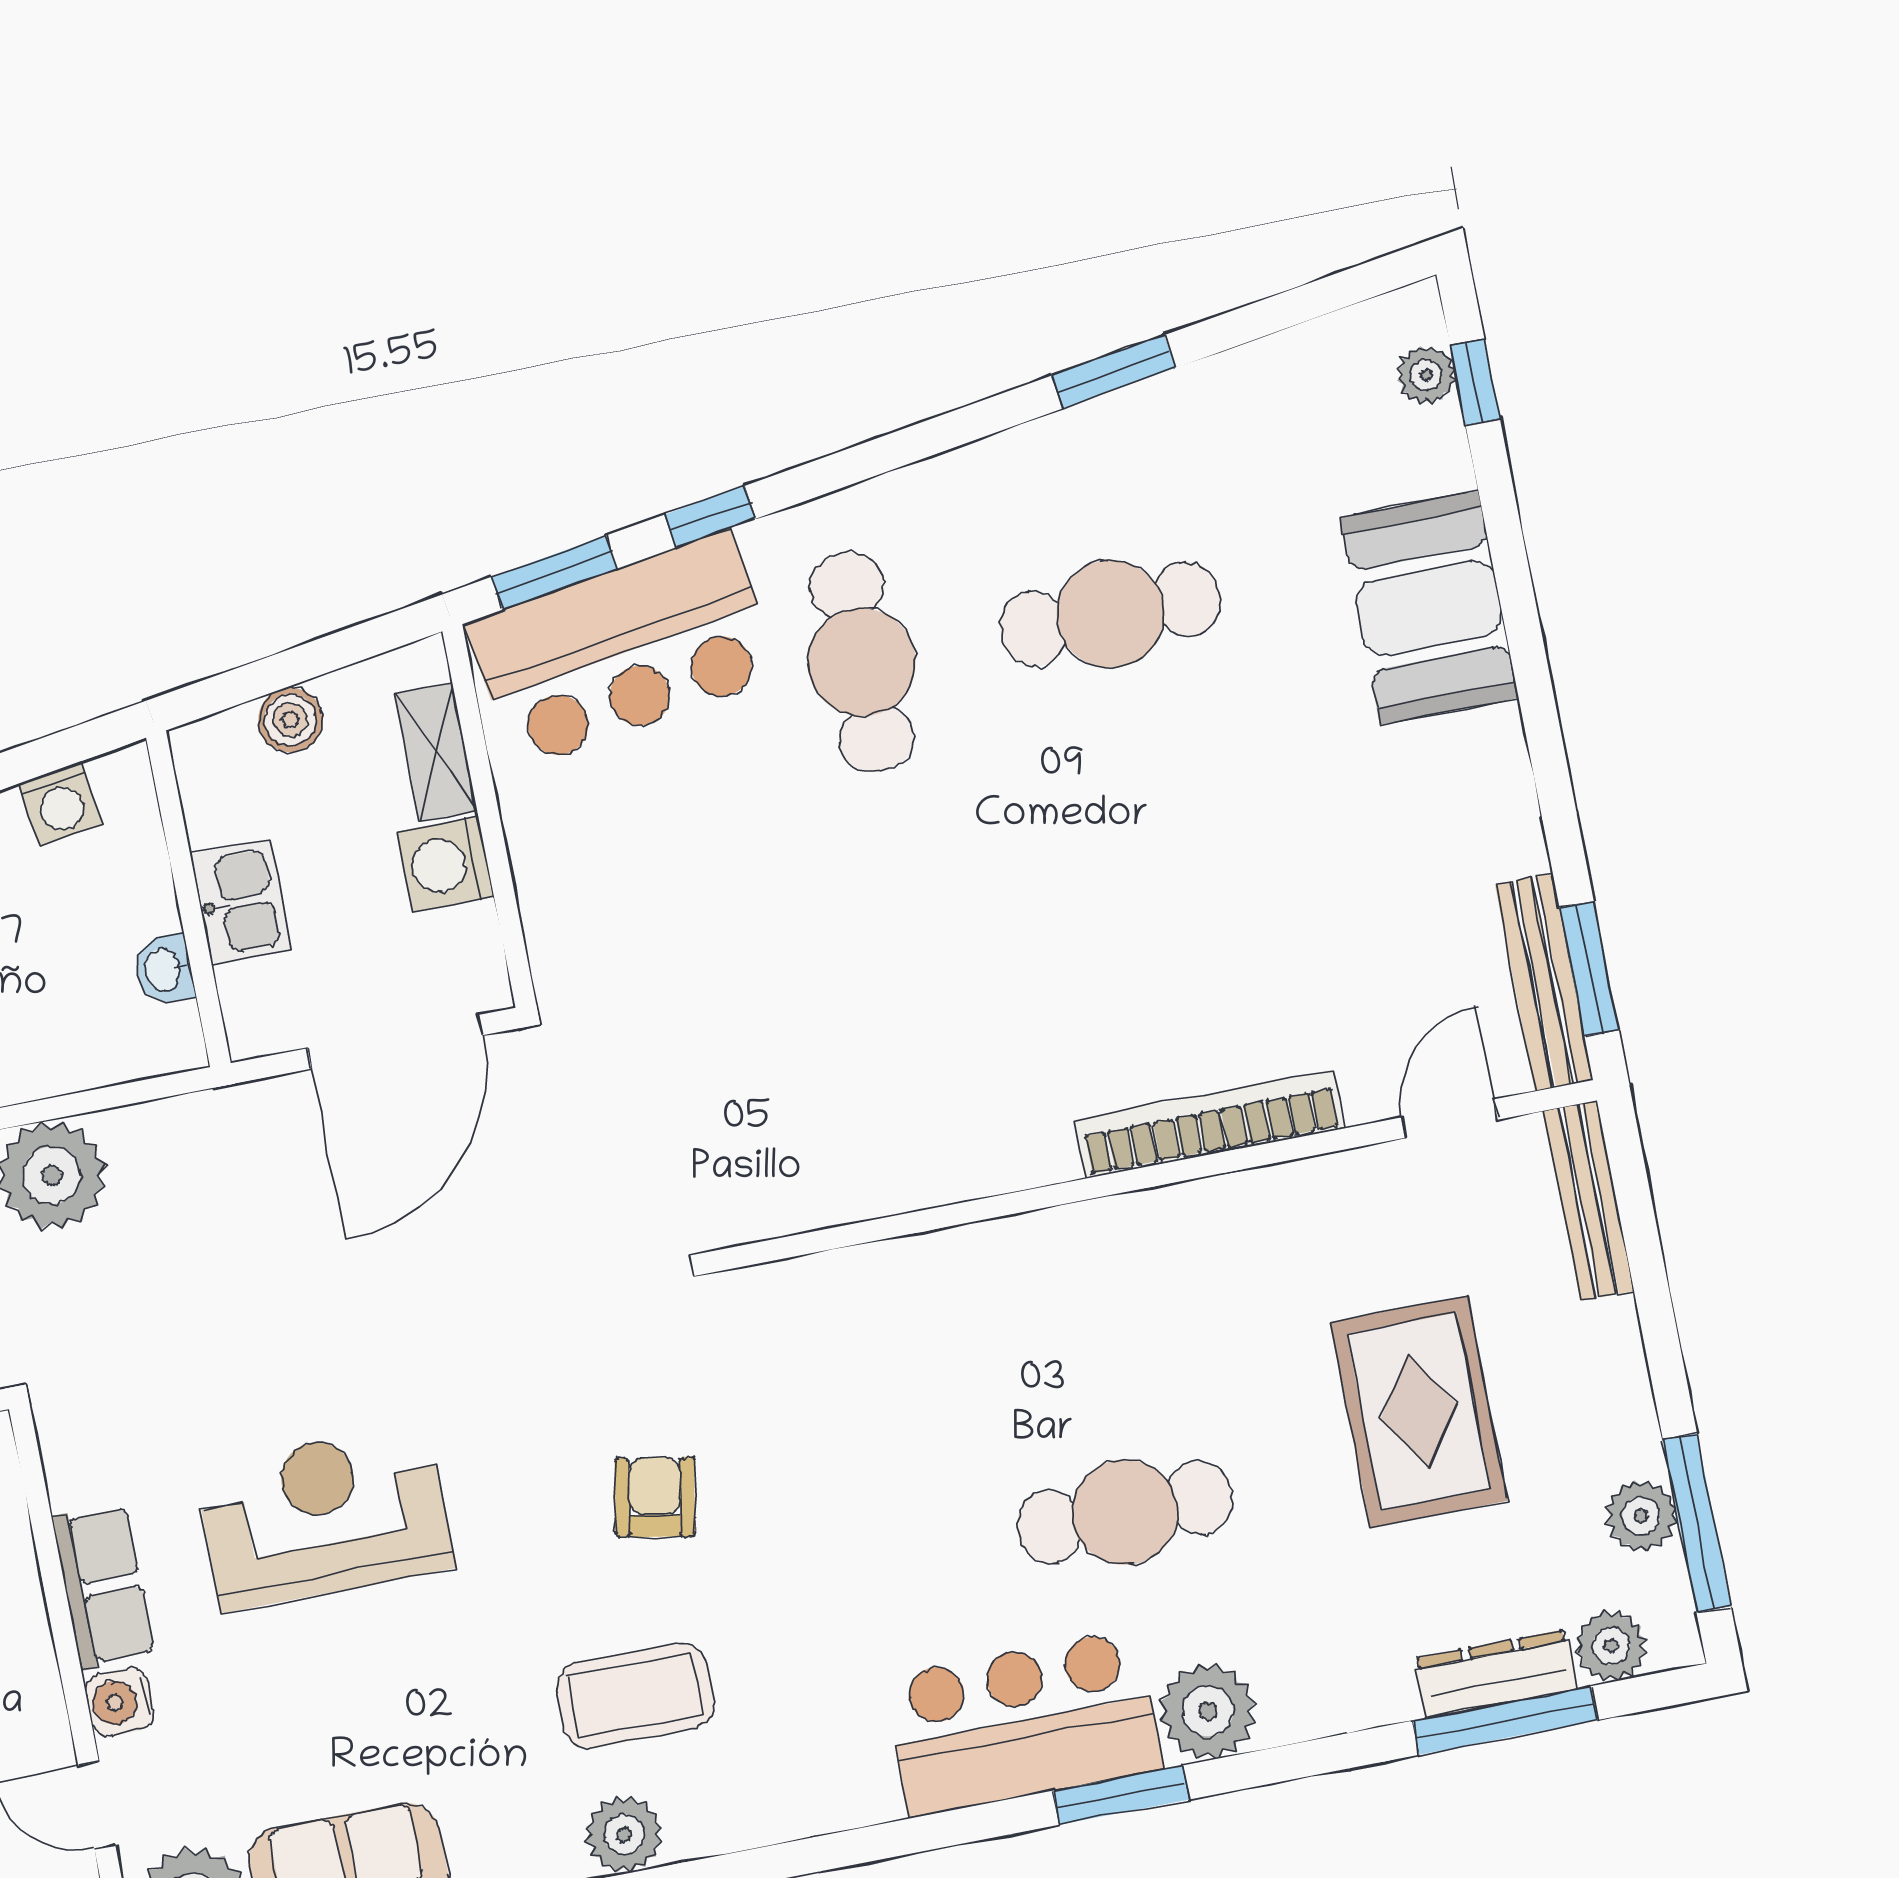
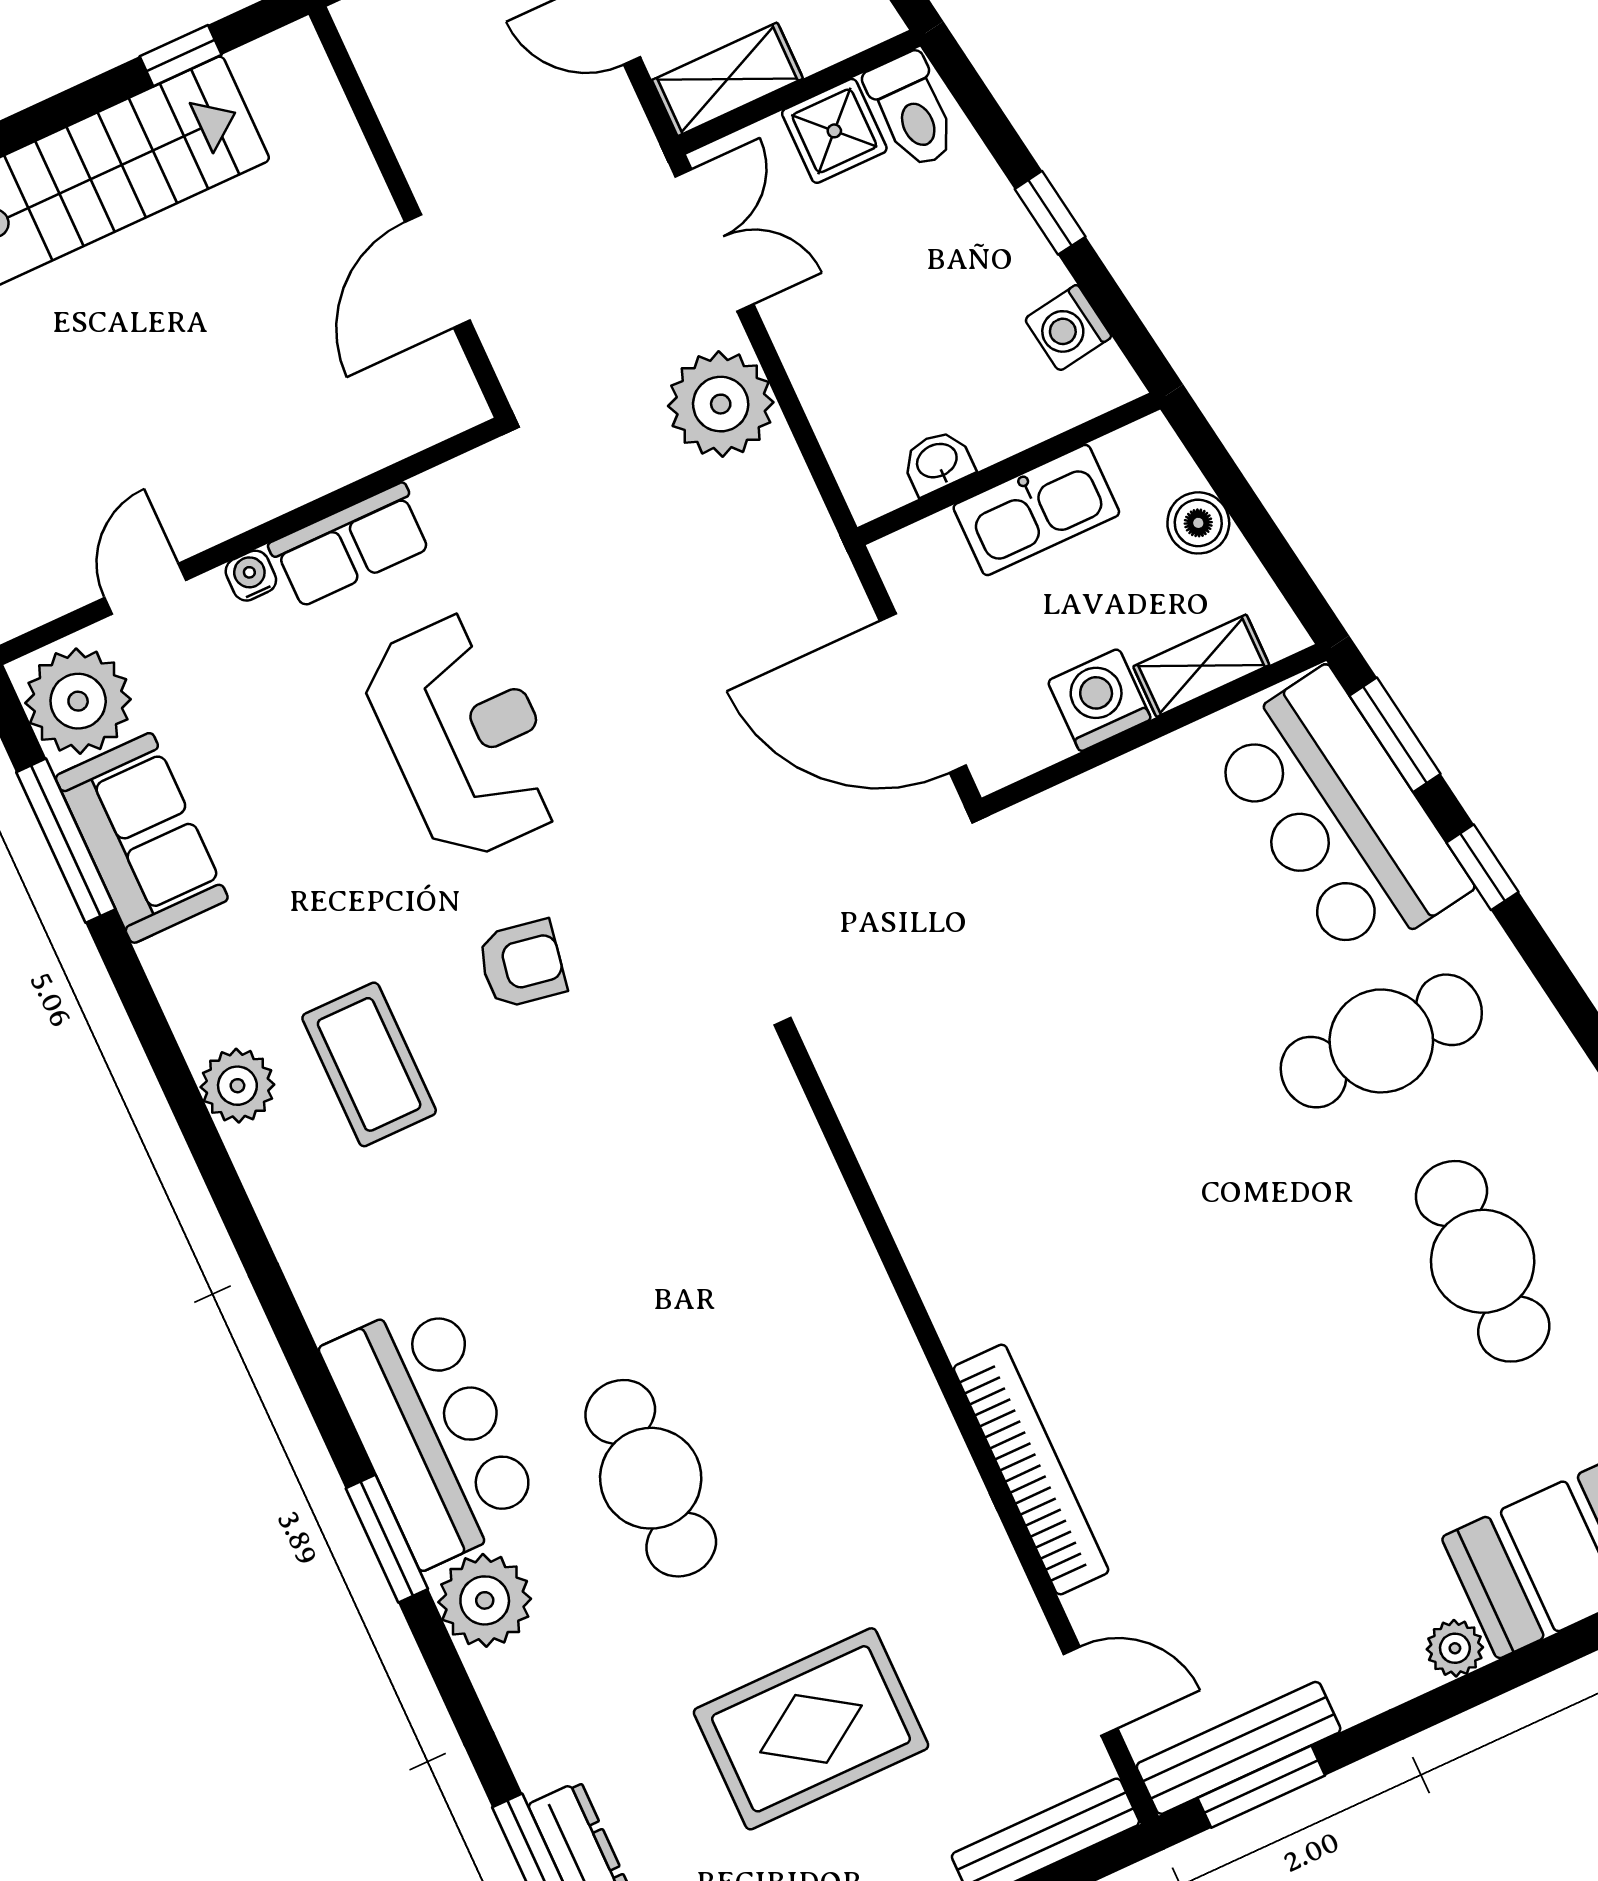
plant: (1496, 738) -> (1455, 1648), added
kitchen sink: (241, 902) -> (1036, 510), width x1.38
armchair: (655, 1497) -> (522, 964), moved
water cooler: (120, 1702) -> (251, 576), width x0.72, depth x0.72

